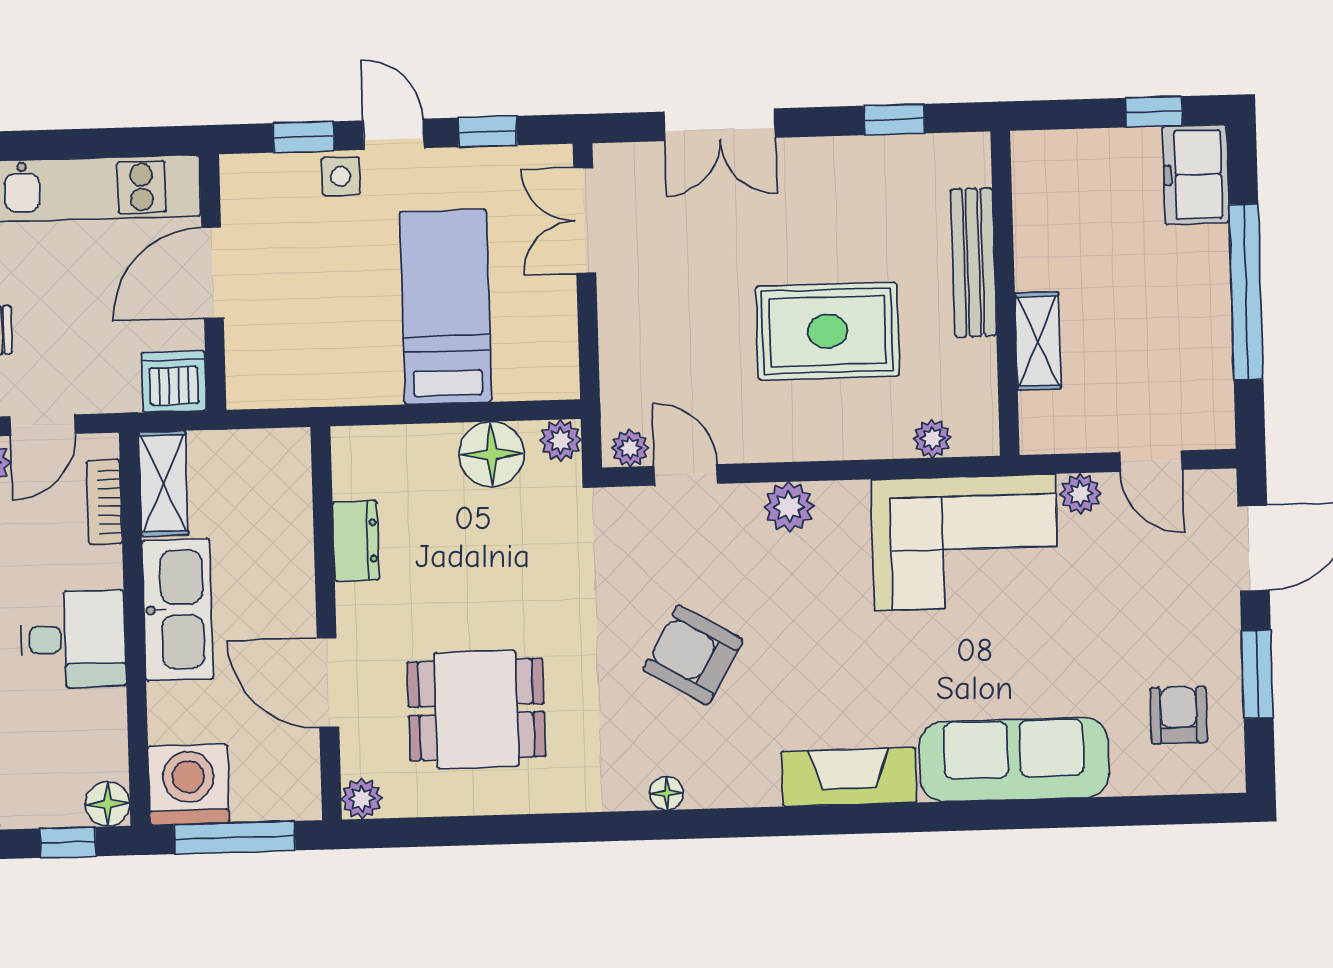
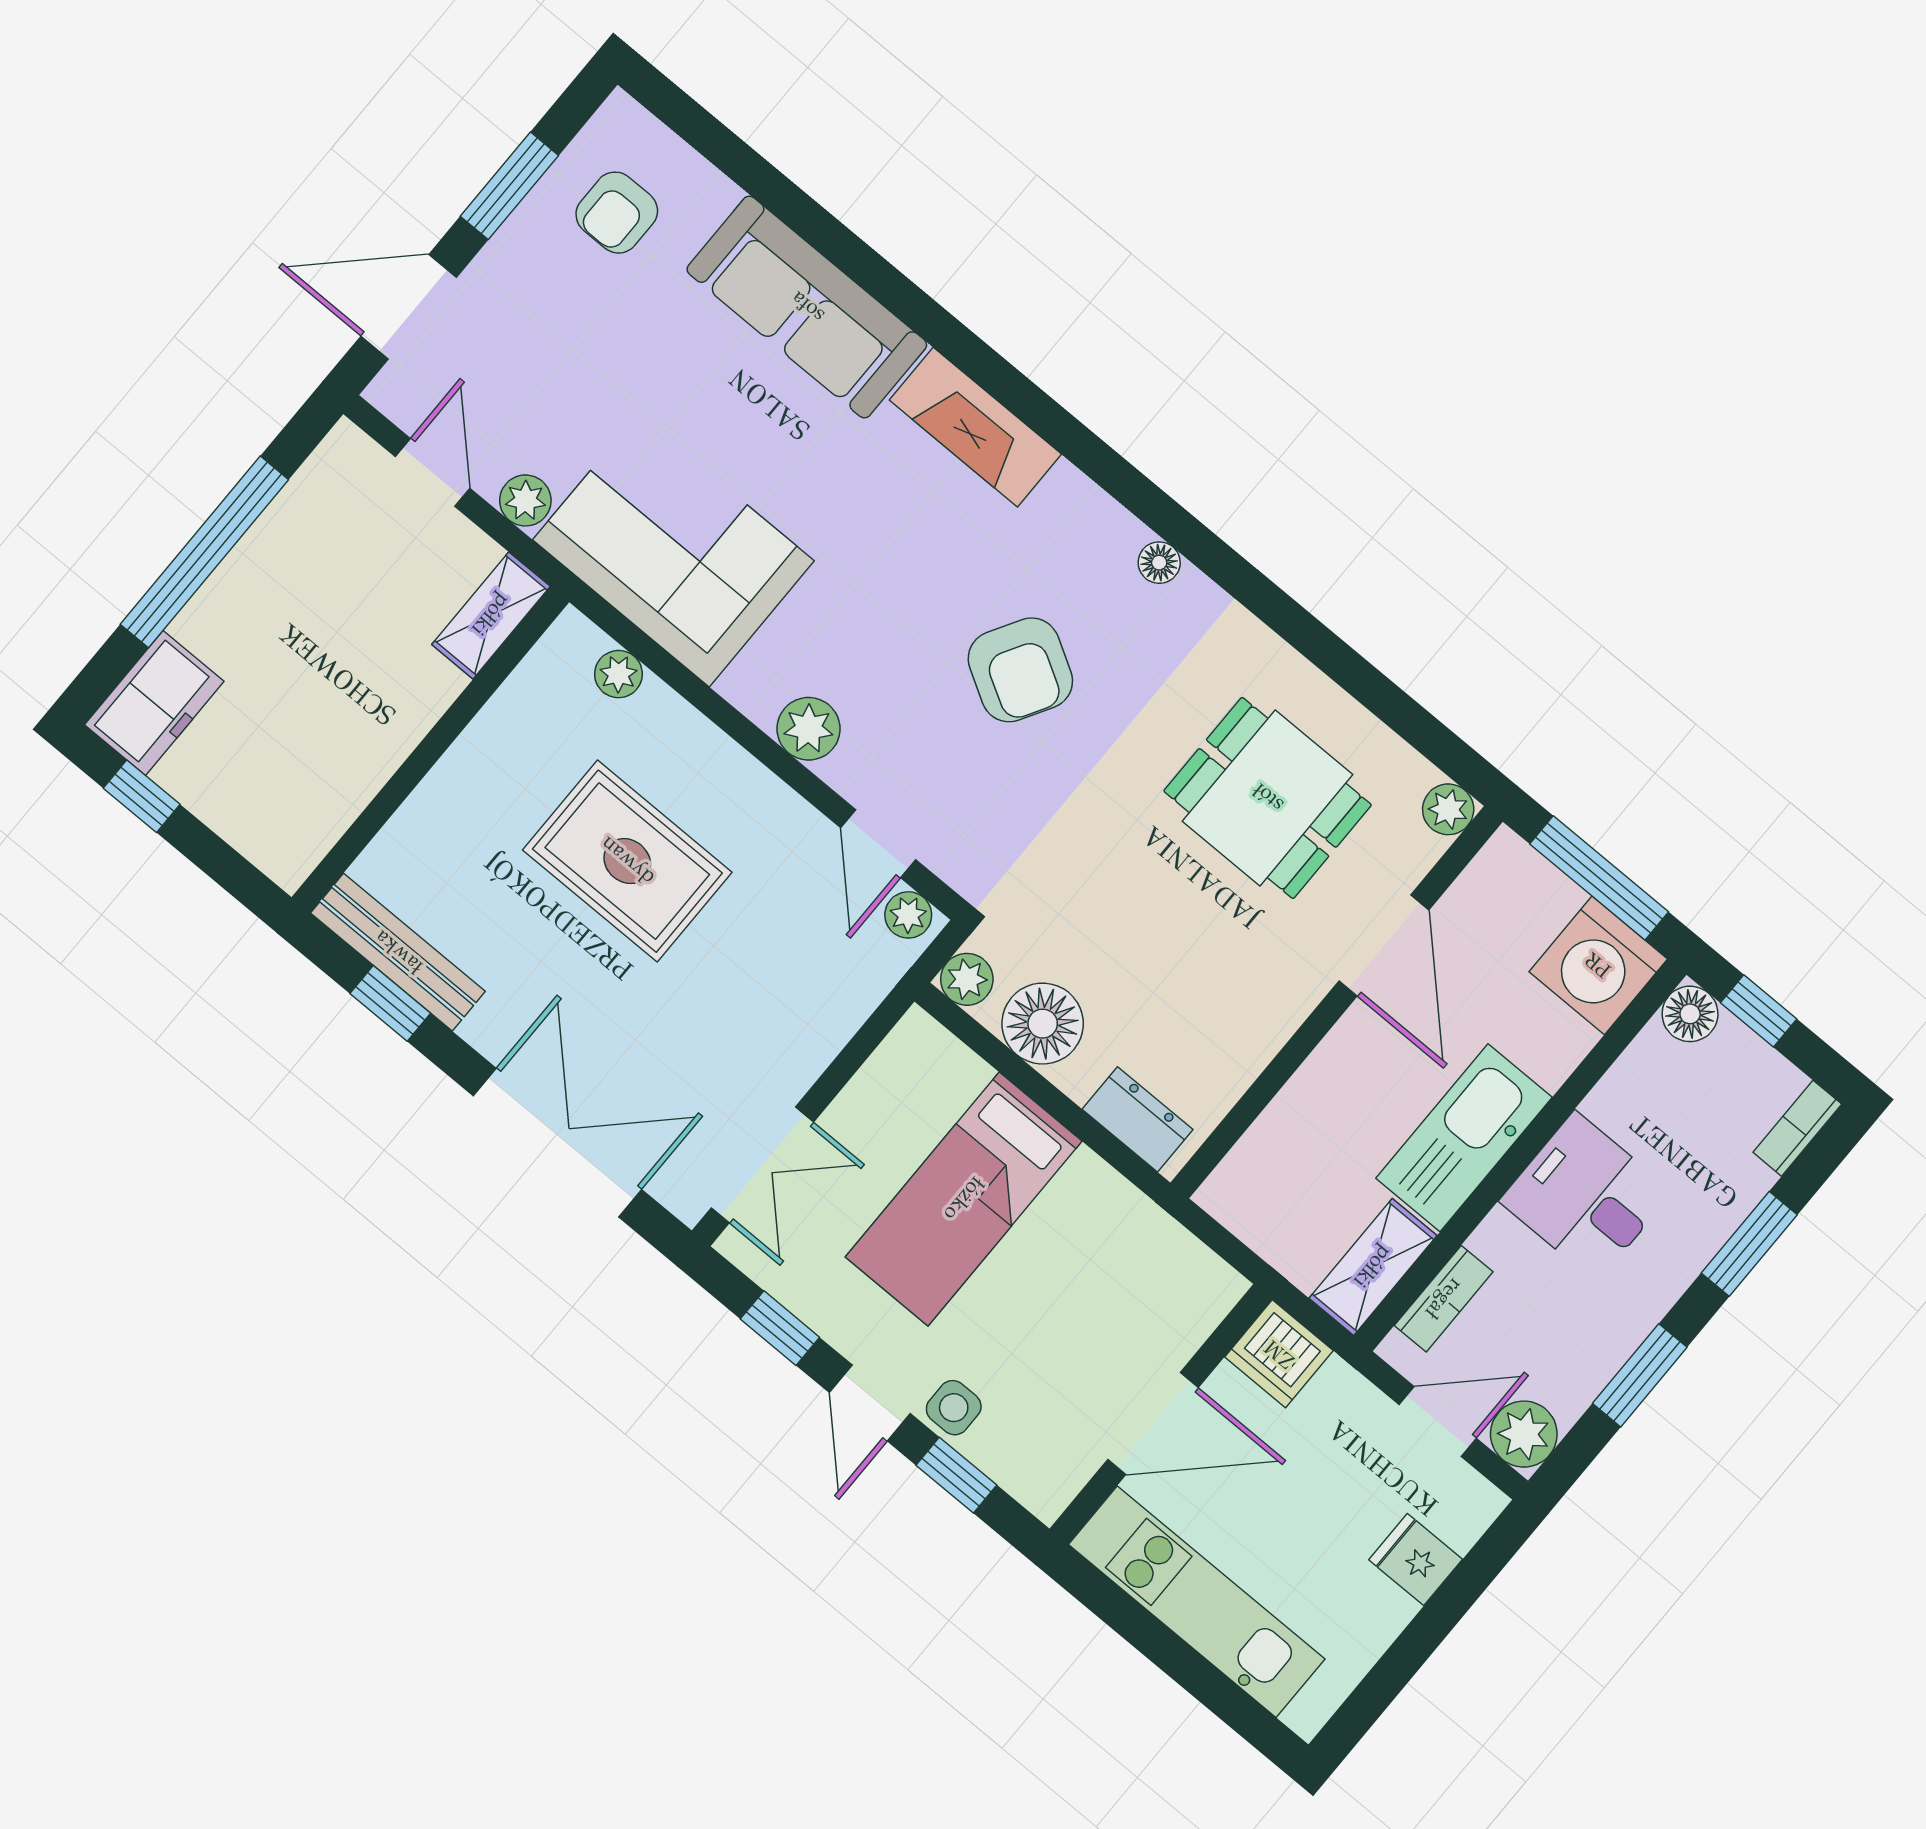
double door: (720, 125) -> (557, 1143), width x1.37
bench: (973, 262) -> (398, 952), moved, turned 90
shelving: (1038, 341) -> (491, 615), moved
dresser: (356, 541) -> (1138, 1119), moved, turned 90

